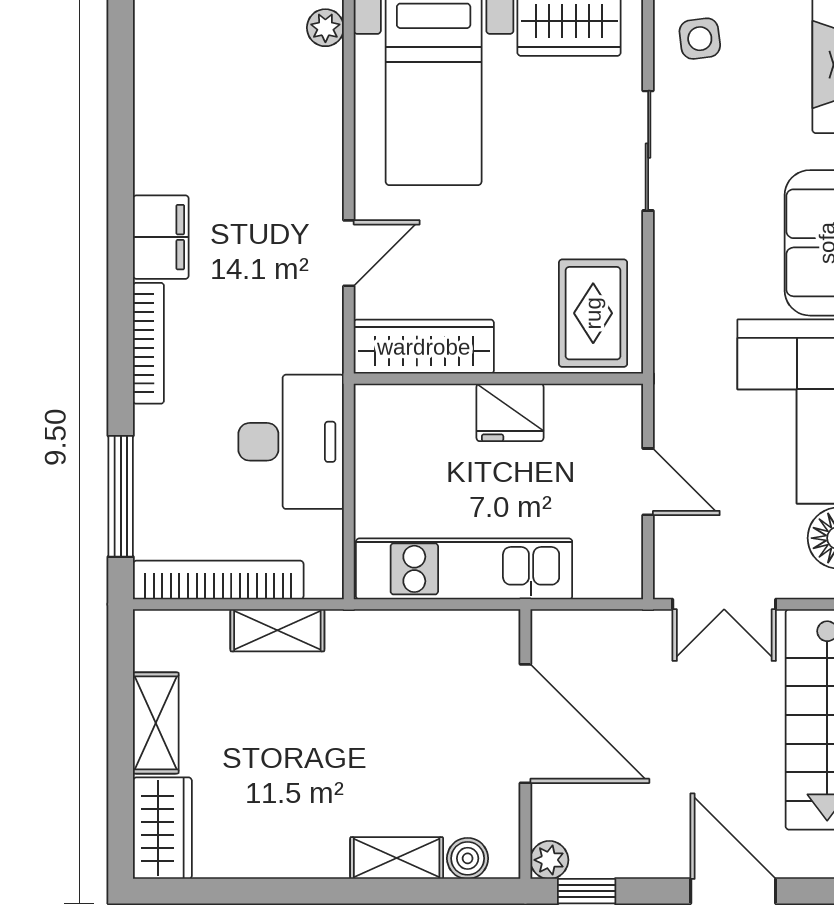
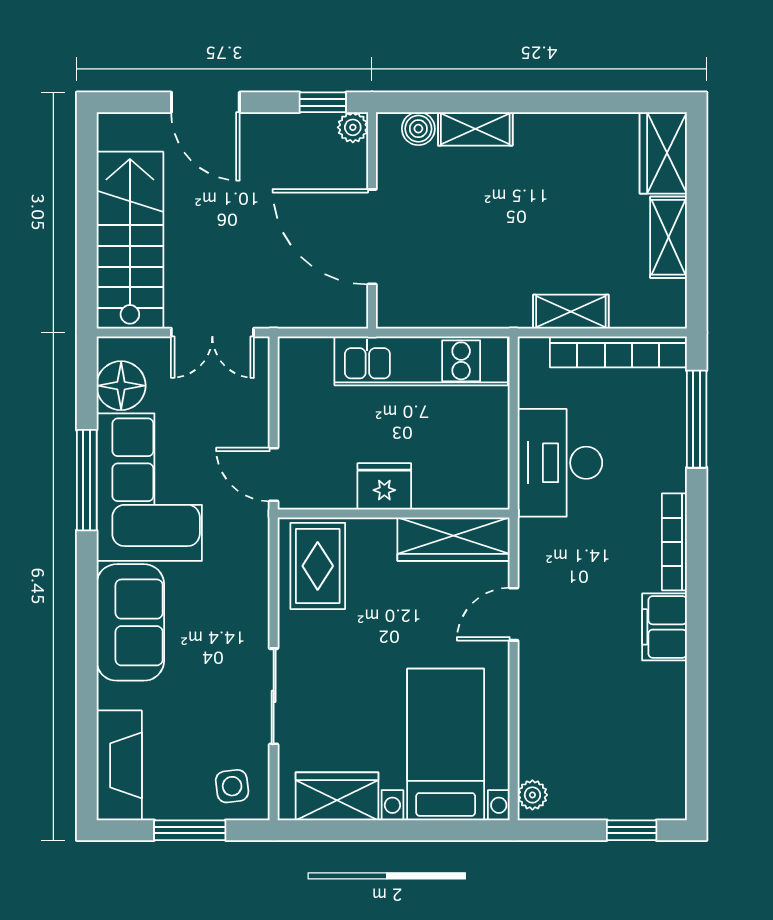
door: (648, 482) -> (274, 474), moved
double door: (724, 604) -> (212, 332), swing flipped

